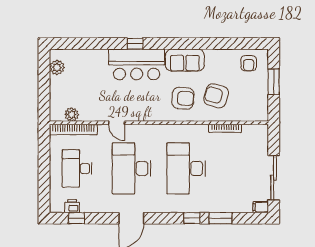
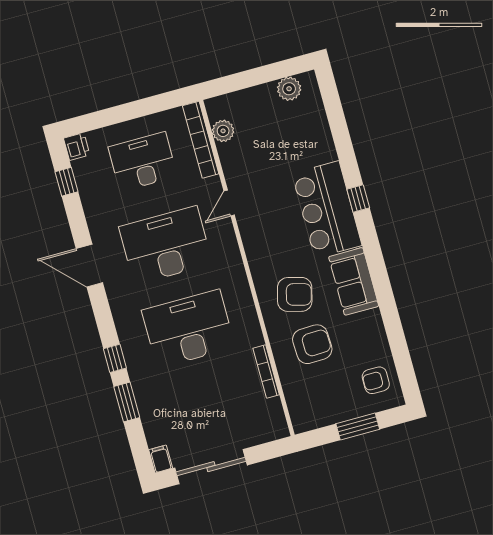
armchair: (216, 96) -> (312, 344), turned 72
armchair: (183, 98) -> (295, 294), turned -79
printer: (72, 206) -> (77, 147), moved

